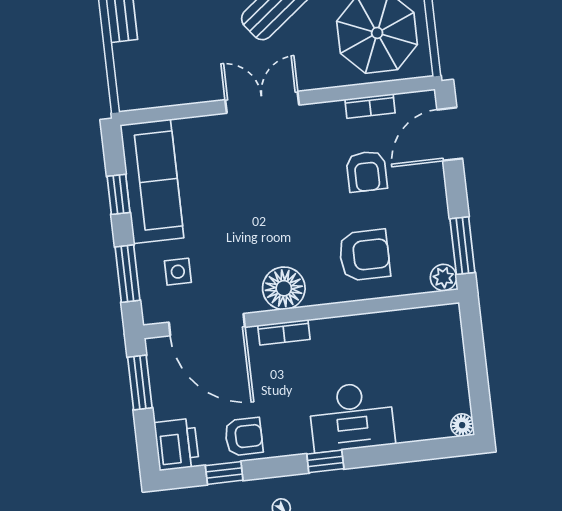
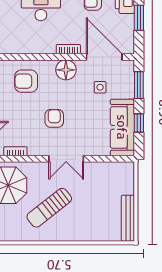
armchair: (367, 171) -> (54, 118), moved
side table: (178, 272) -> (100, 87), moved
window: (140, 383) -> (139, 18), moved

